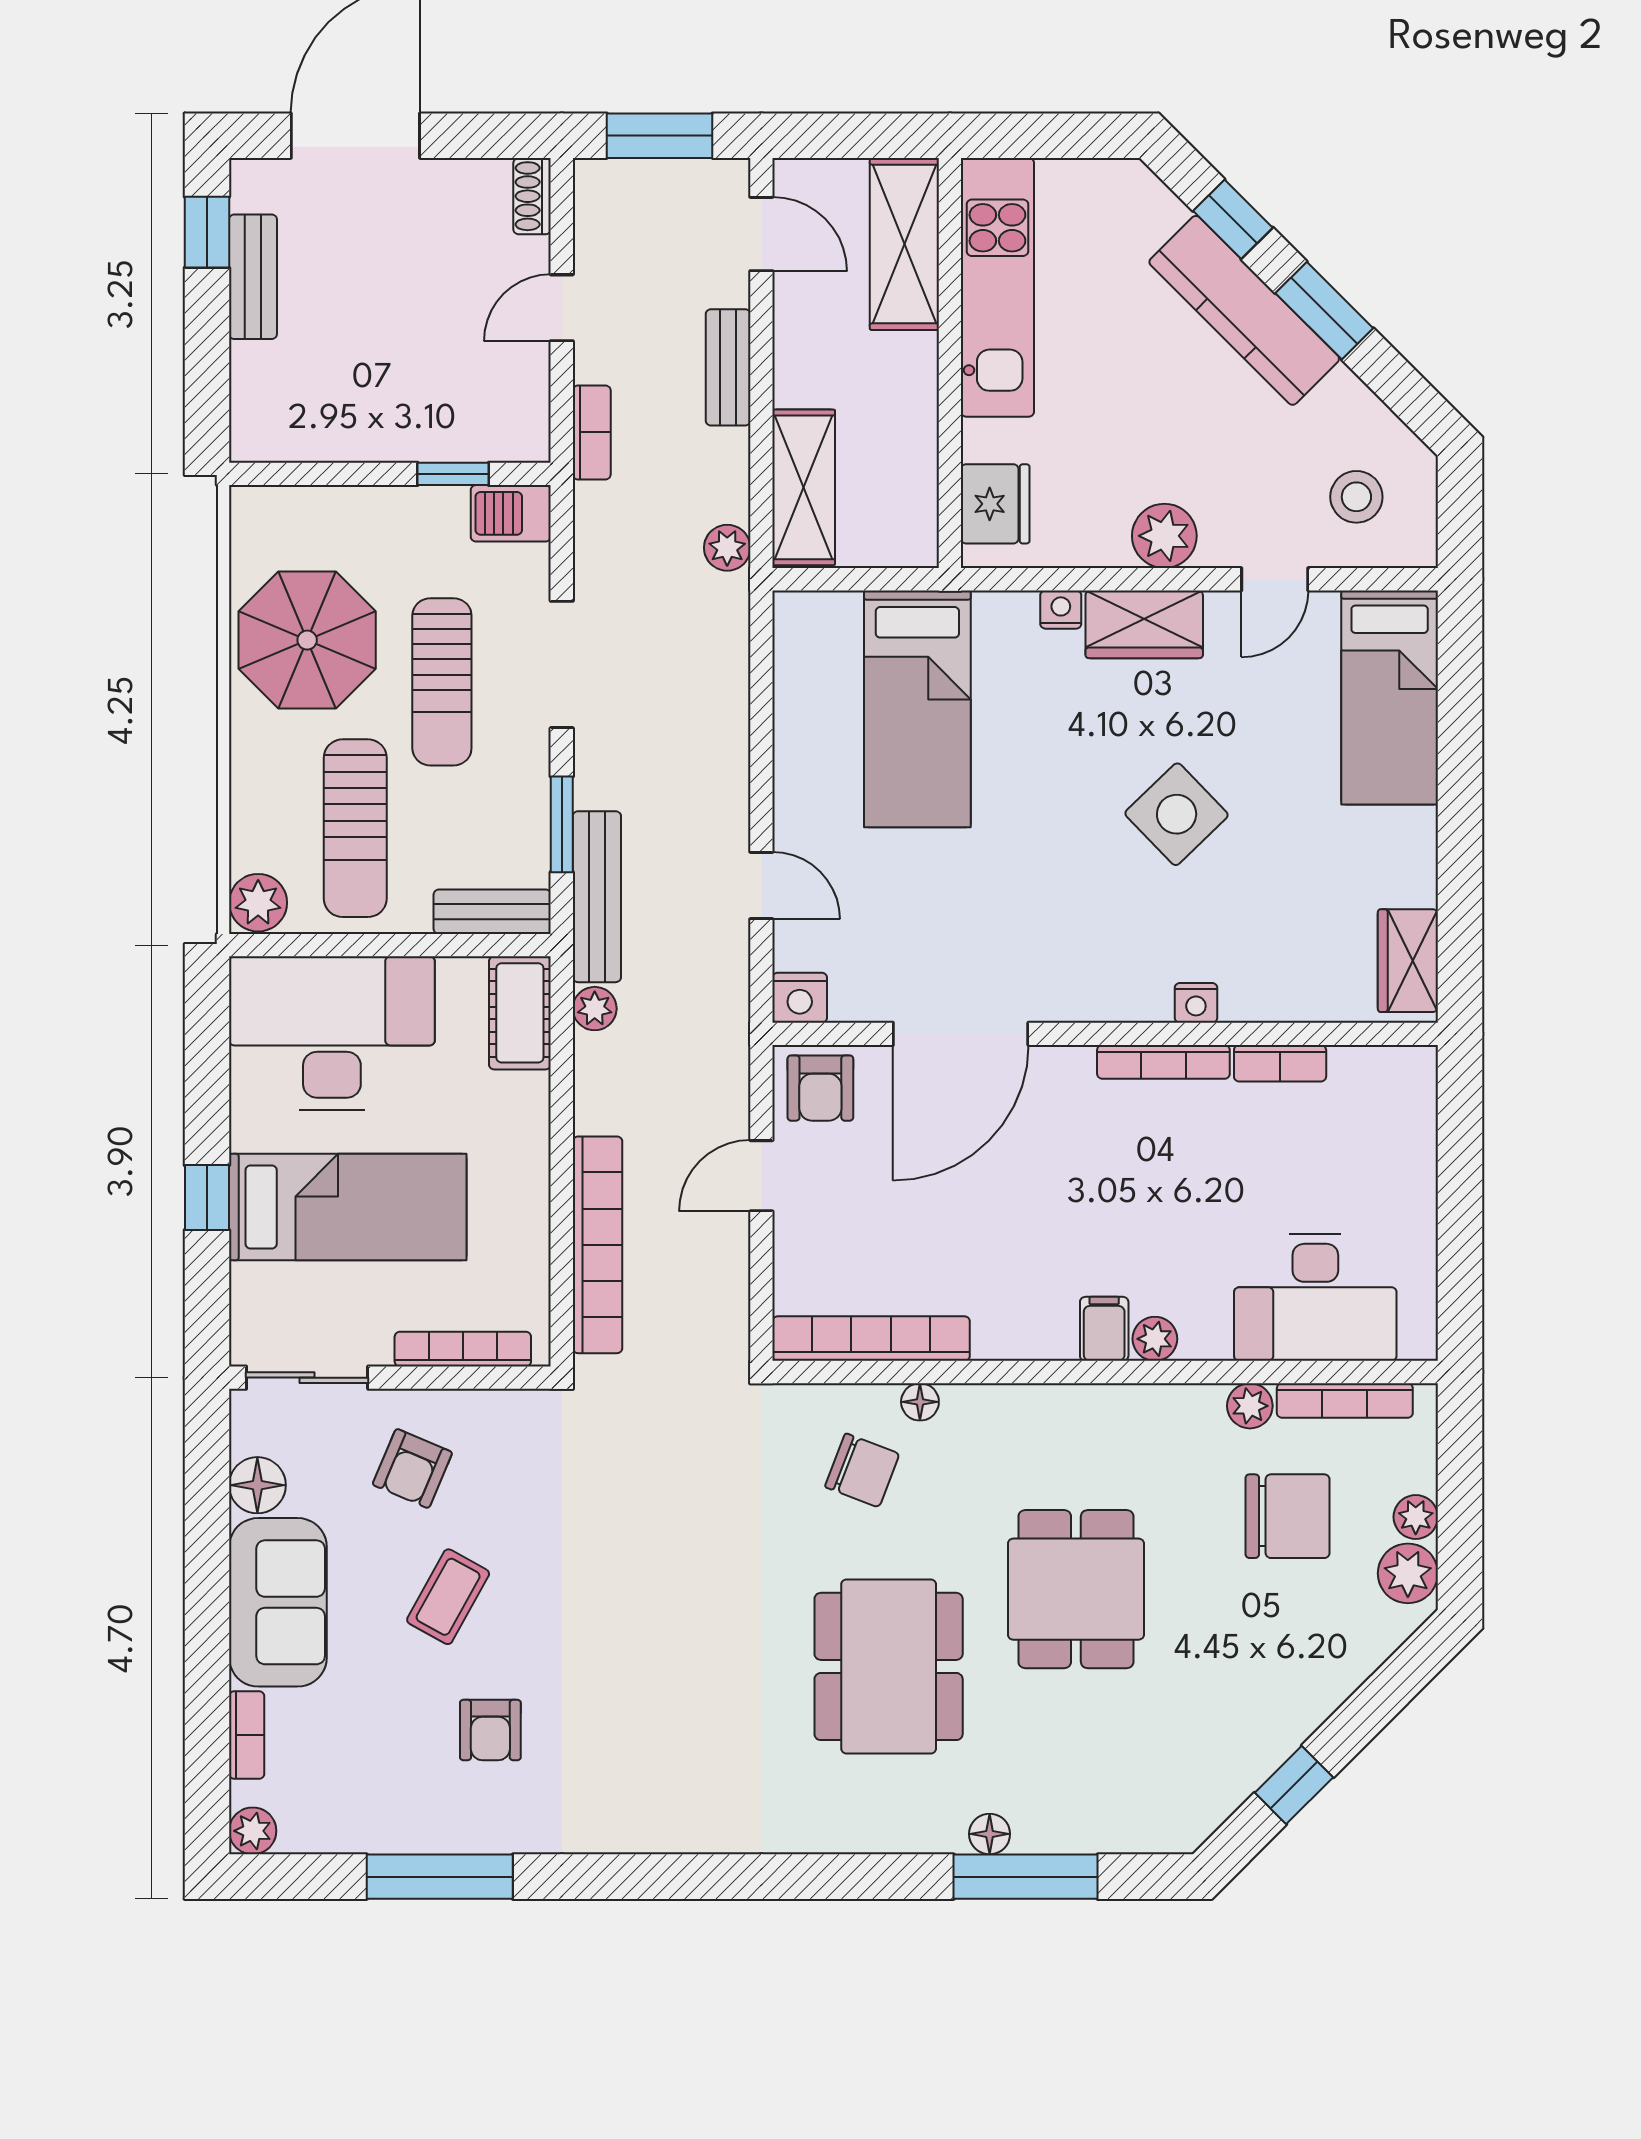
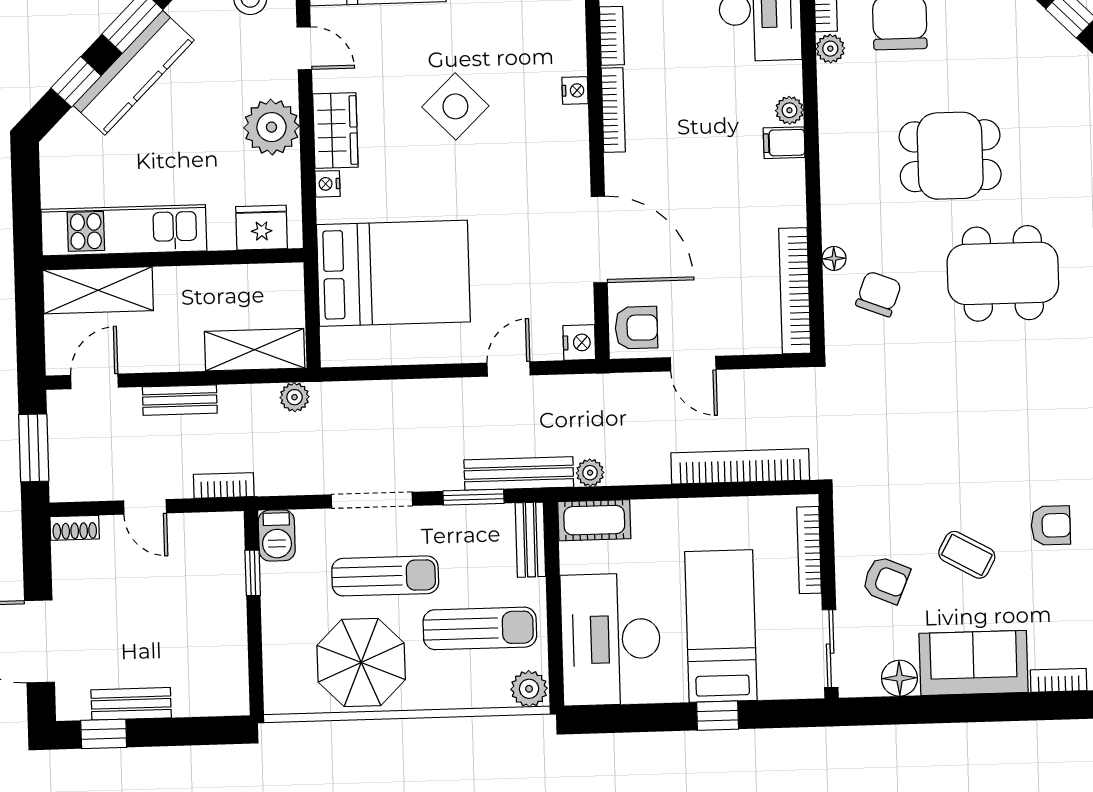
plant: (1164, 536) -> (271, 127), width x1.36, depth x1.36
bed: (917, 709) -> (393, 273), width x1.50

